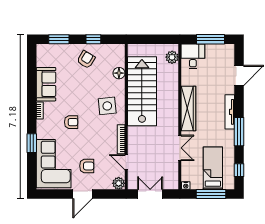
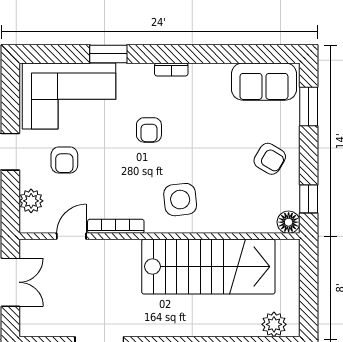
window: (93, 39) -> (309, 199), moved
floor lamp: (119, 73) -> (289, 222), moved
sofa: (46, 84) -> (264, 82), moved
plant: (119, 183) -> (31, 201), moved

